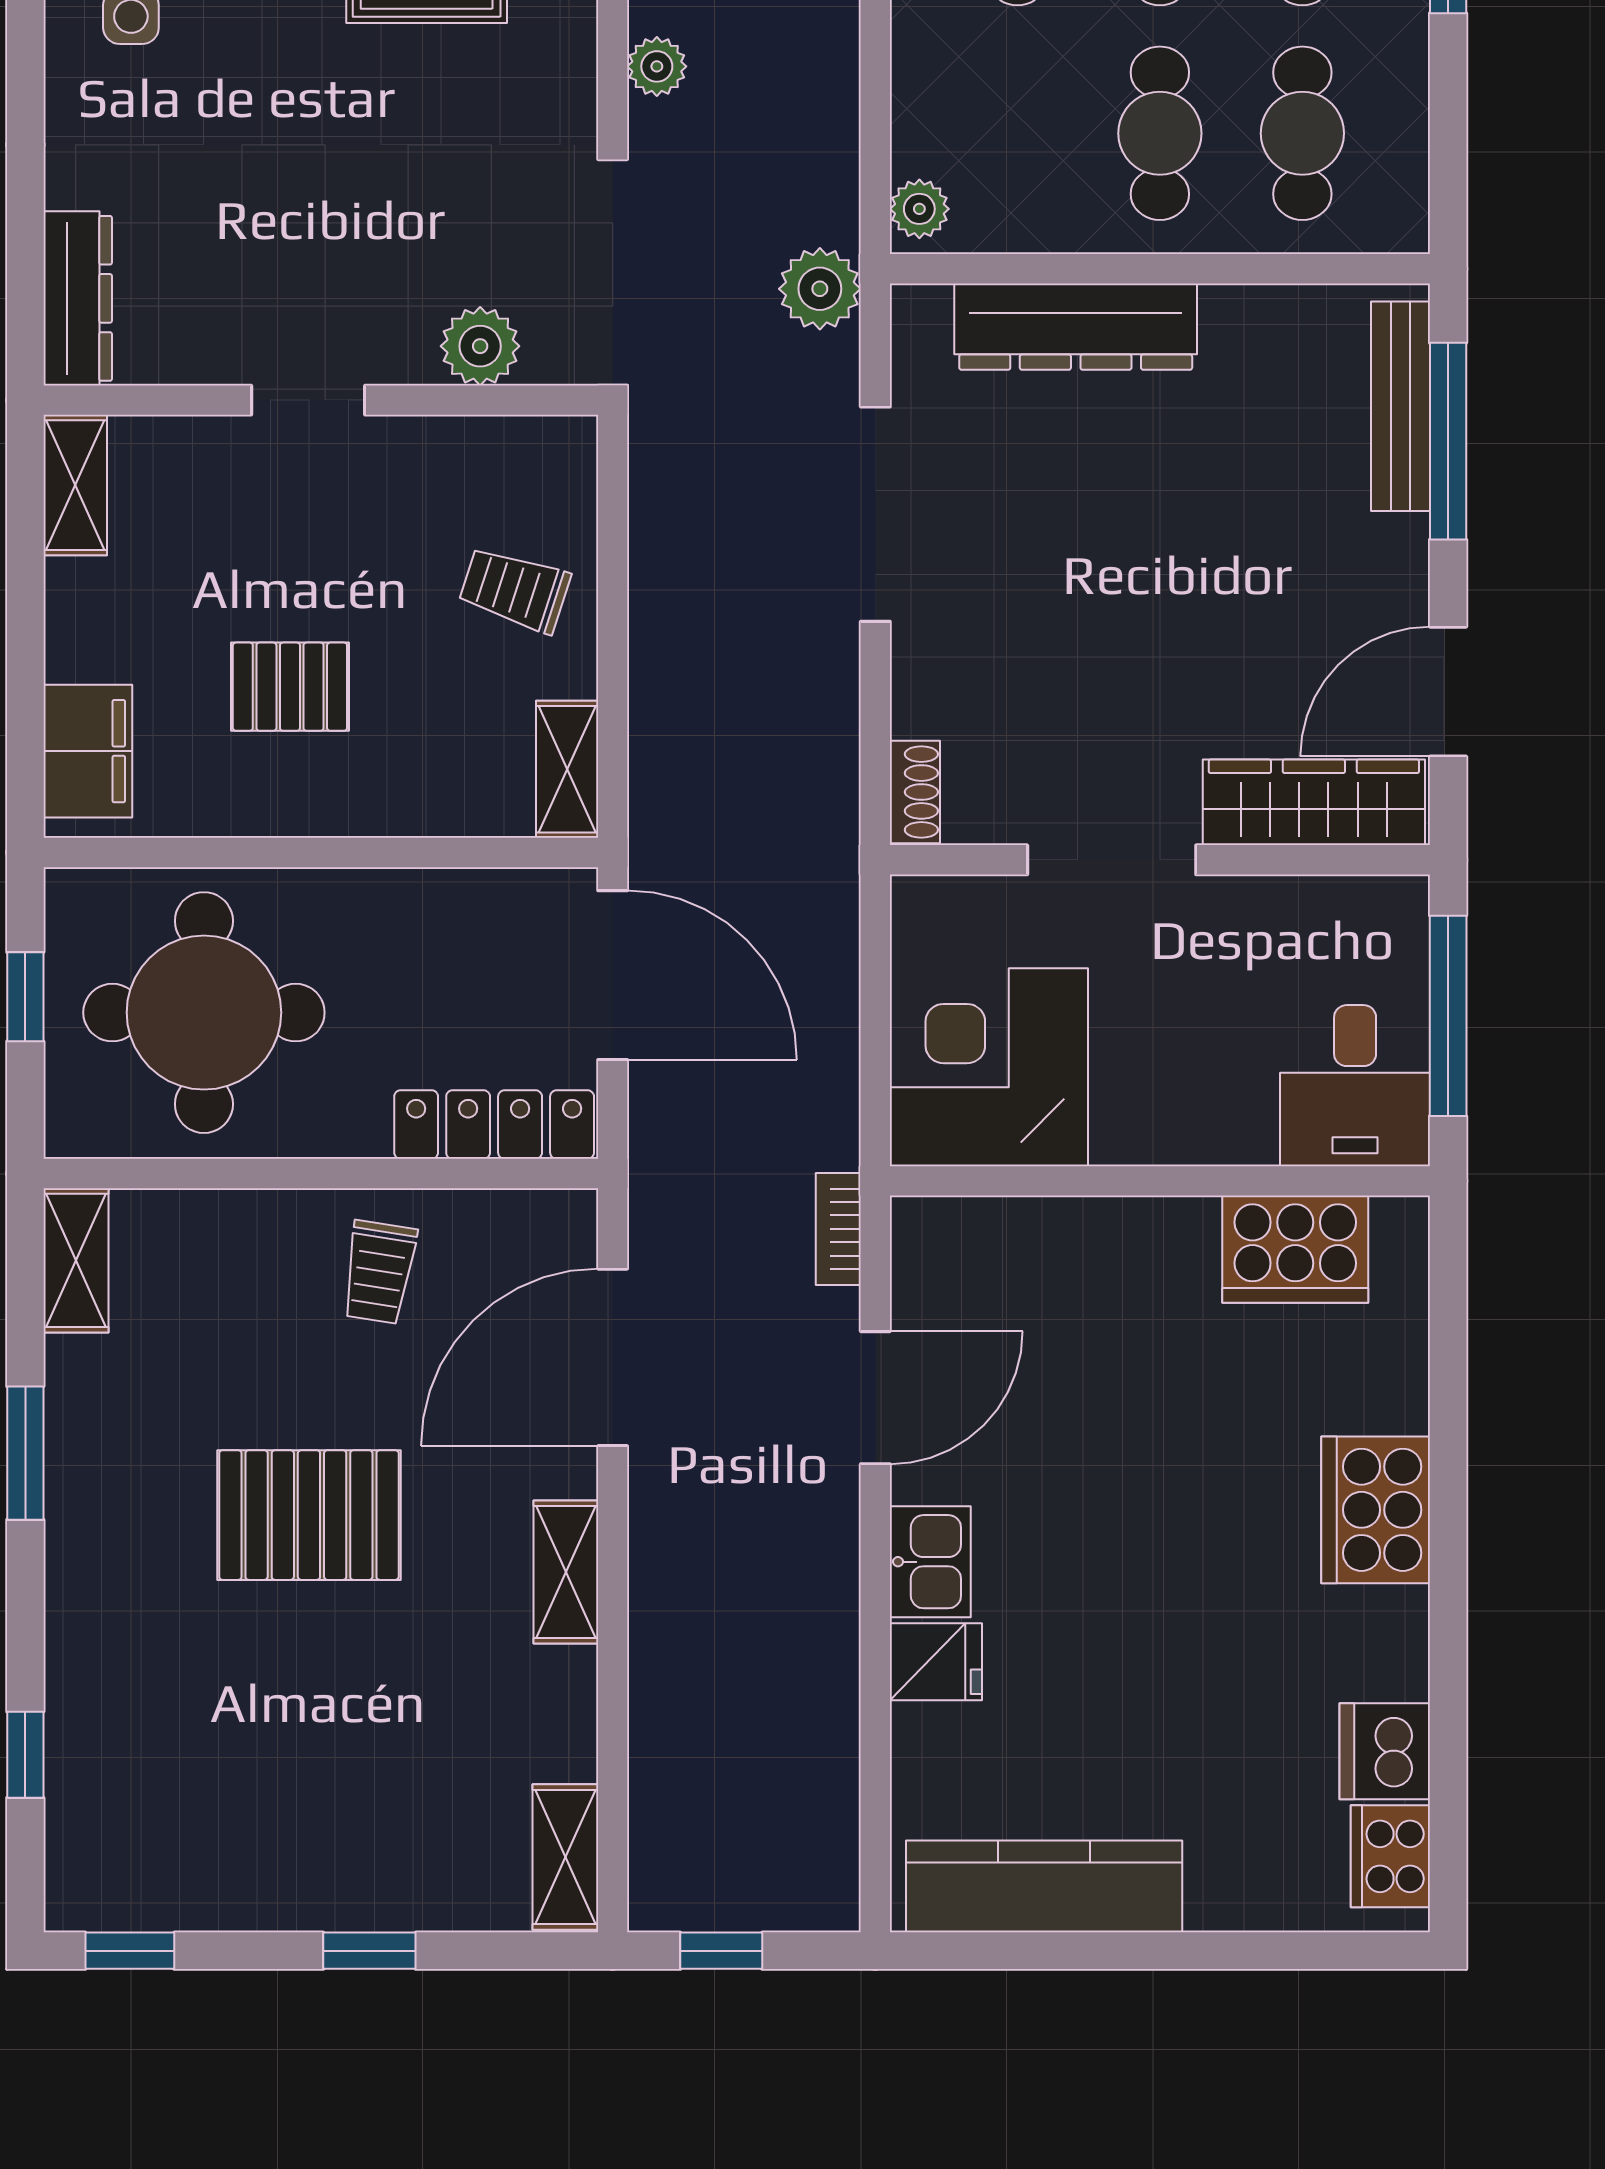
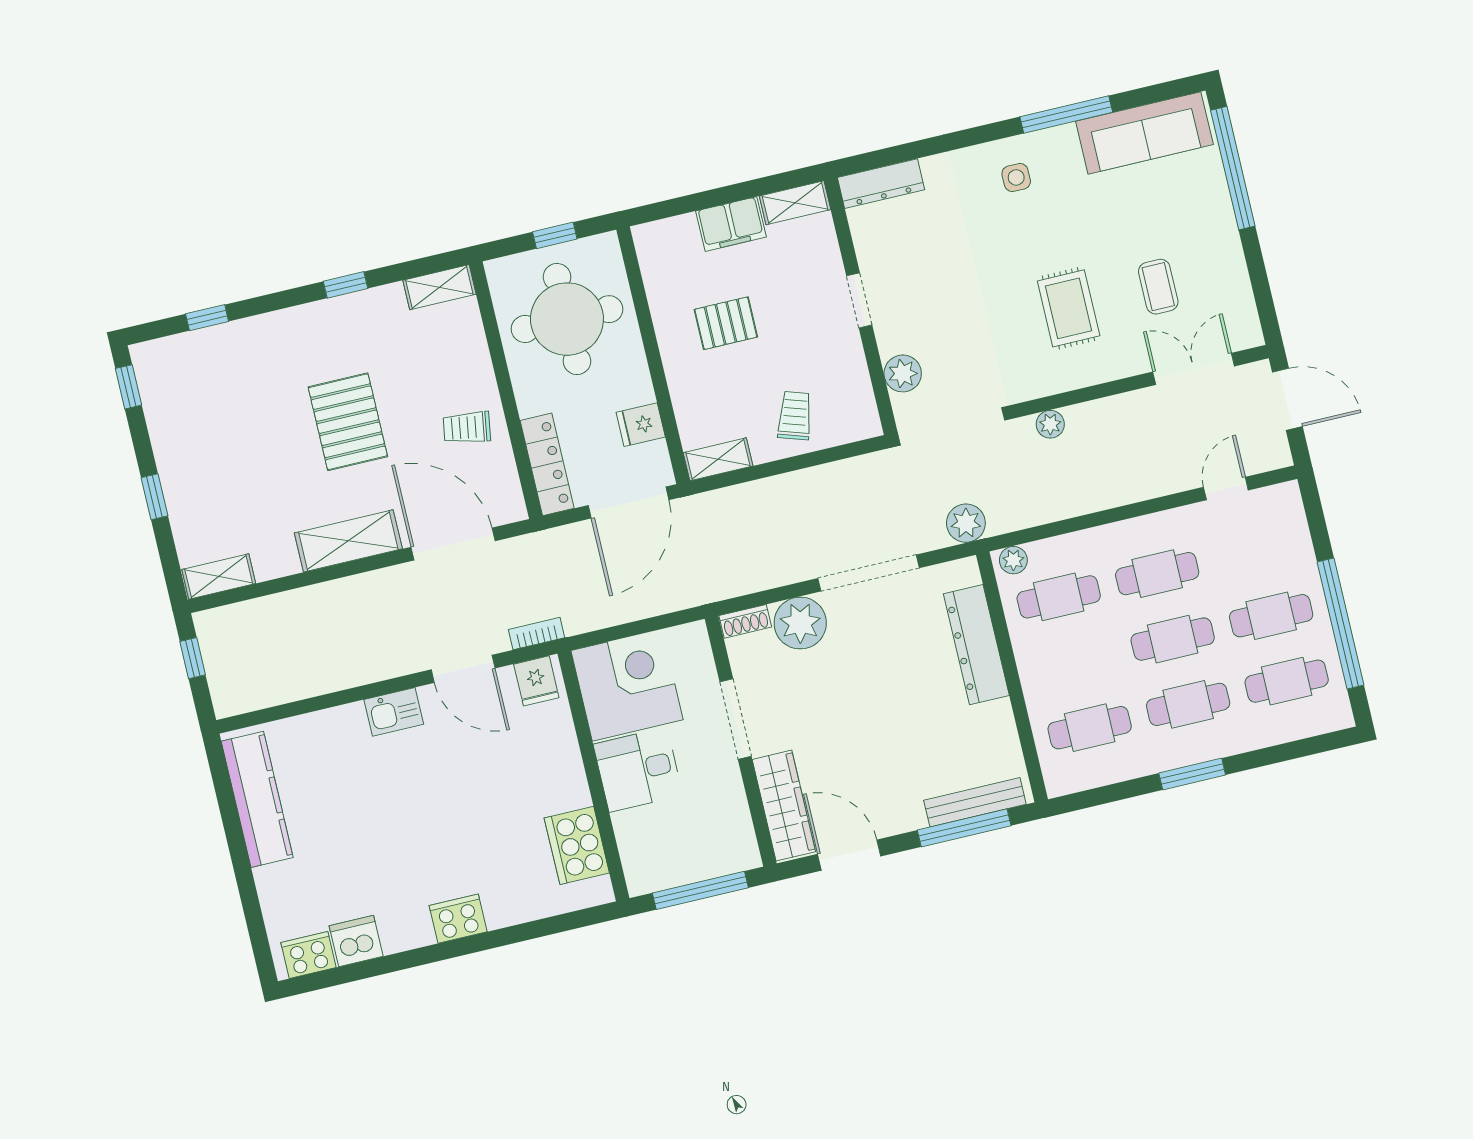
cafe table: (1160, 133) -> (1059, 597), moved
plant: (945, 679) -> (800, 623), added
pallet: (290, 687) -> (726, 323), turned 90
filing cabinet: (88, 751) -> (731, 224), moved
fridge: (458, 912) -> (641, 425), added
desk: (1355, 1086) -> (638, 770), moved
window: (25, 1453) -> (345, 285), width x0.67
cooker: (1376, 1510) -> (458, 919), width x0.73, depth x0.76
shelving: (566, 1572) -> (348, 541), width x1.50, depth x1.33
fridge: (936, 1662) -> (536, 681), moved

